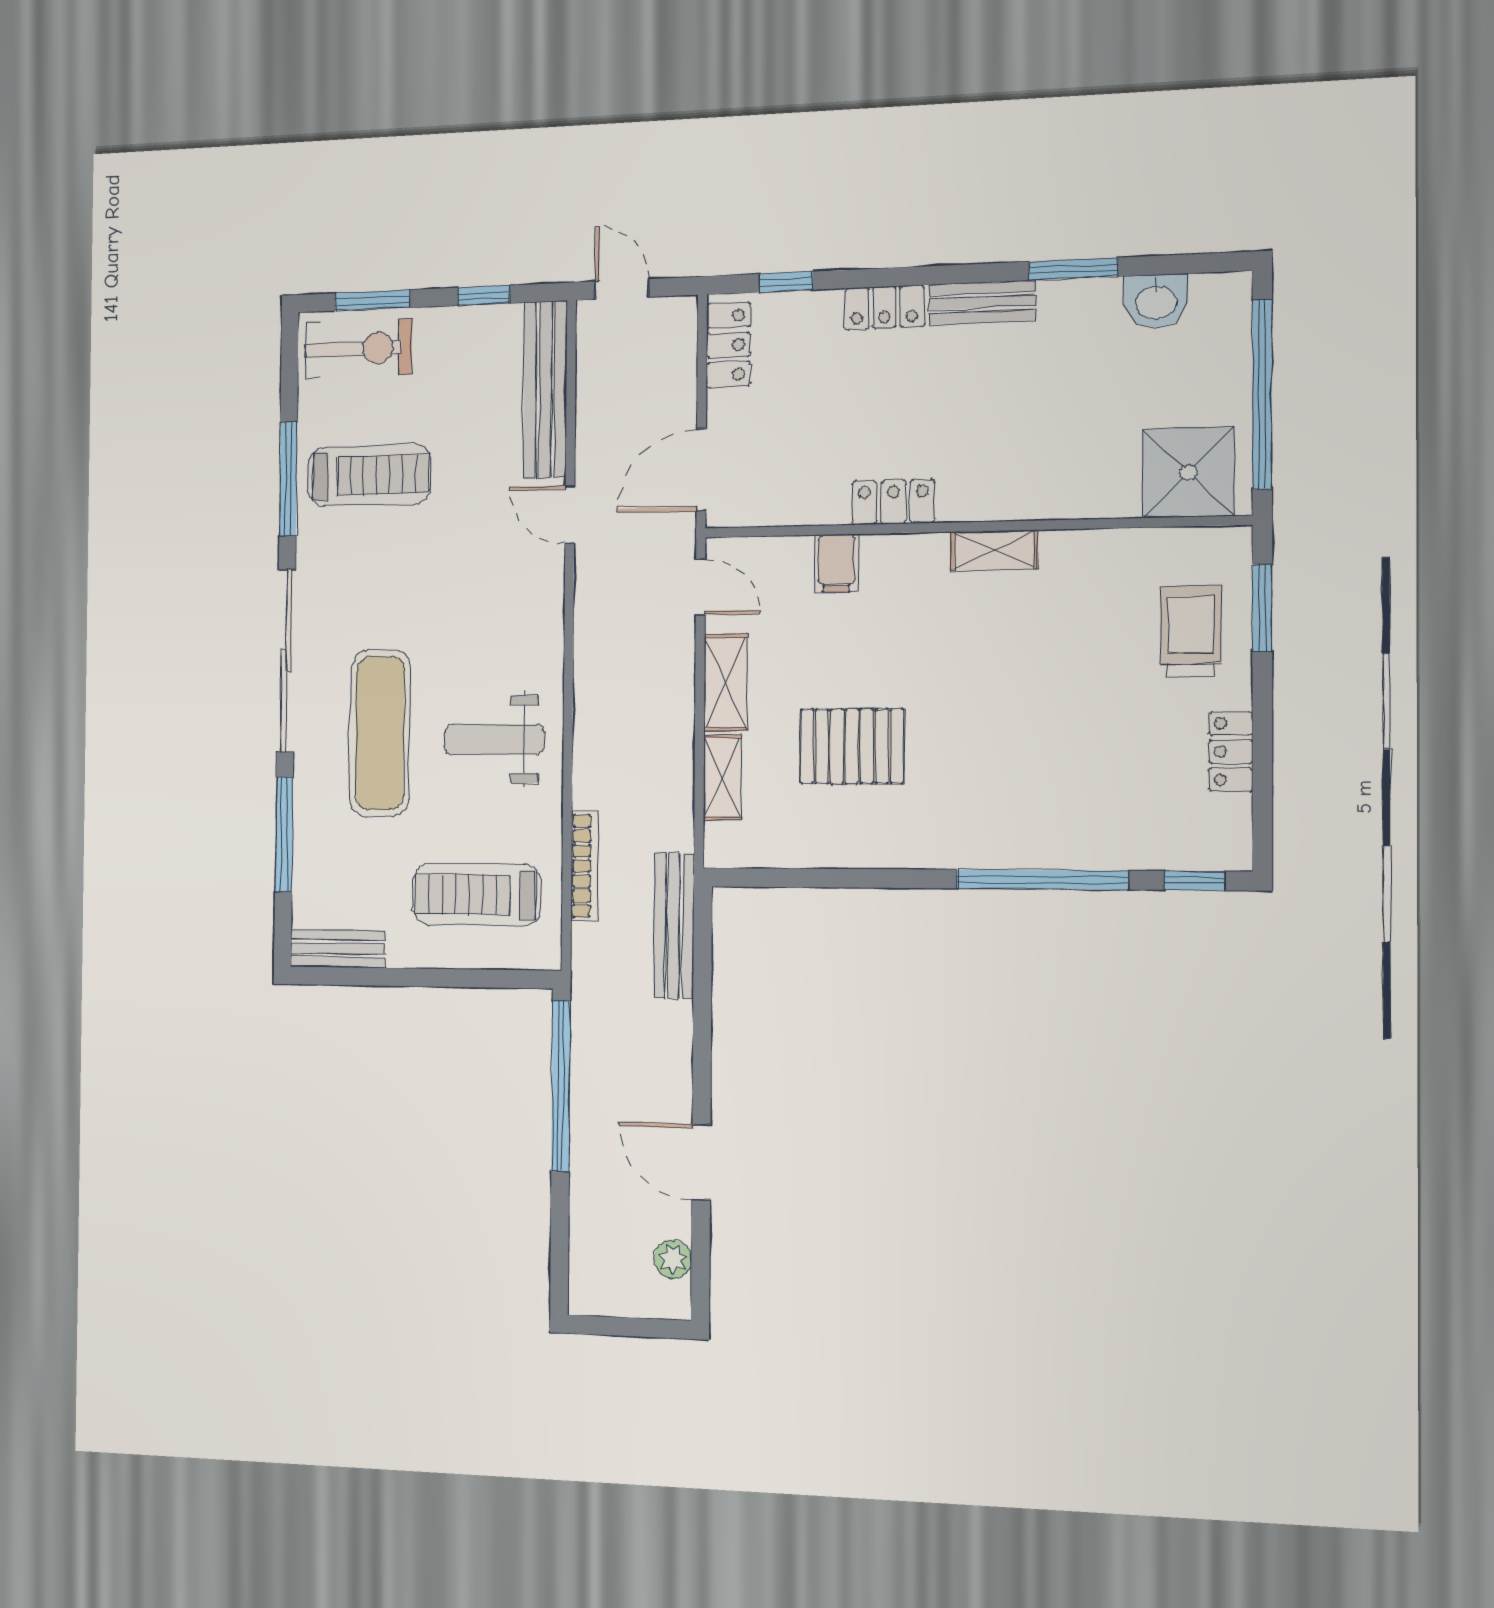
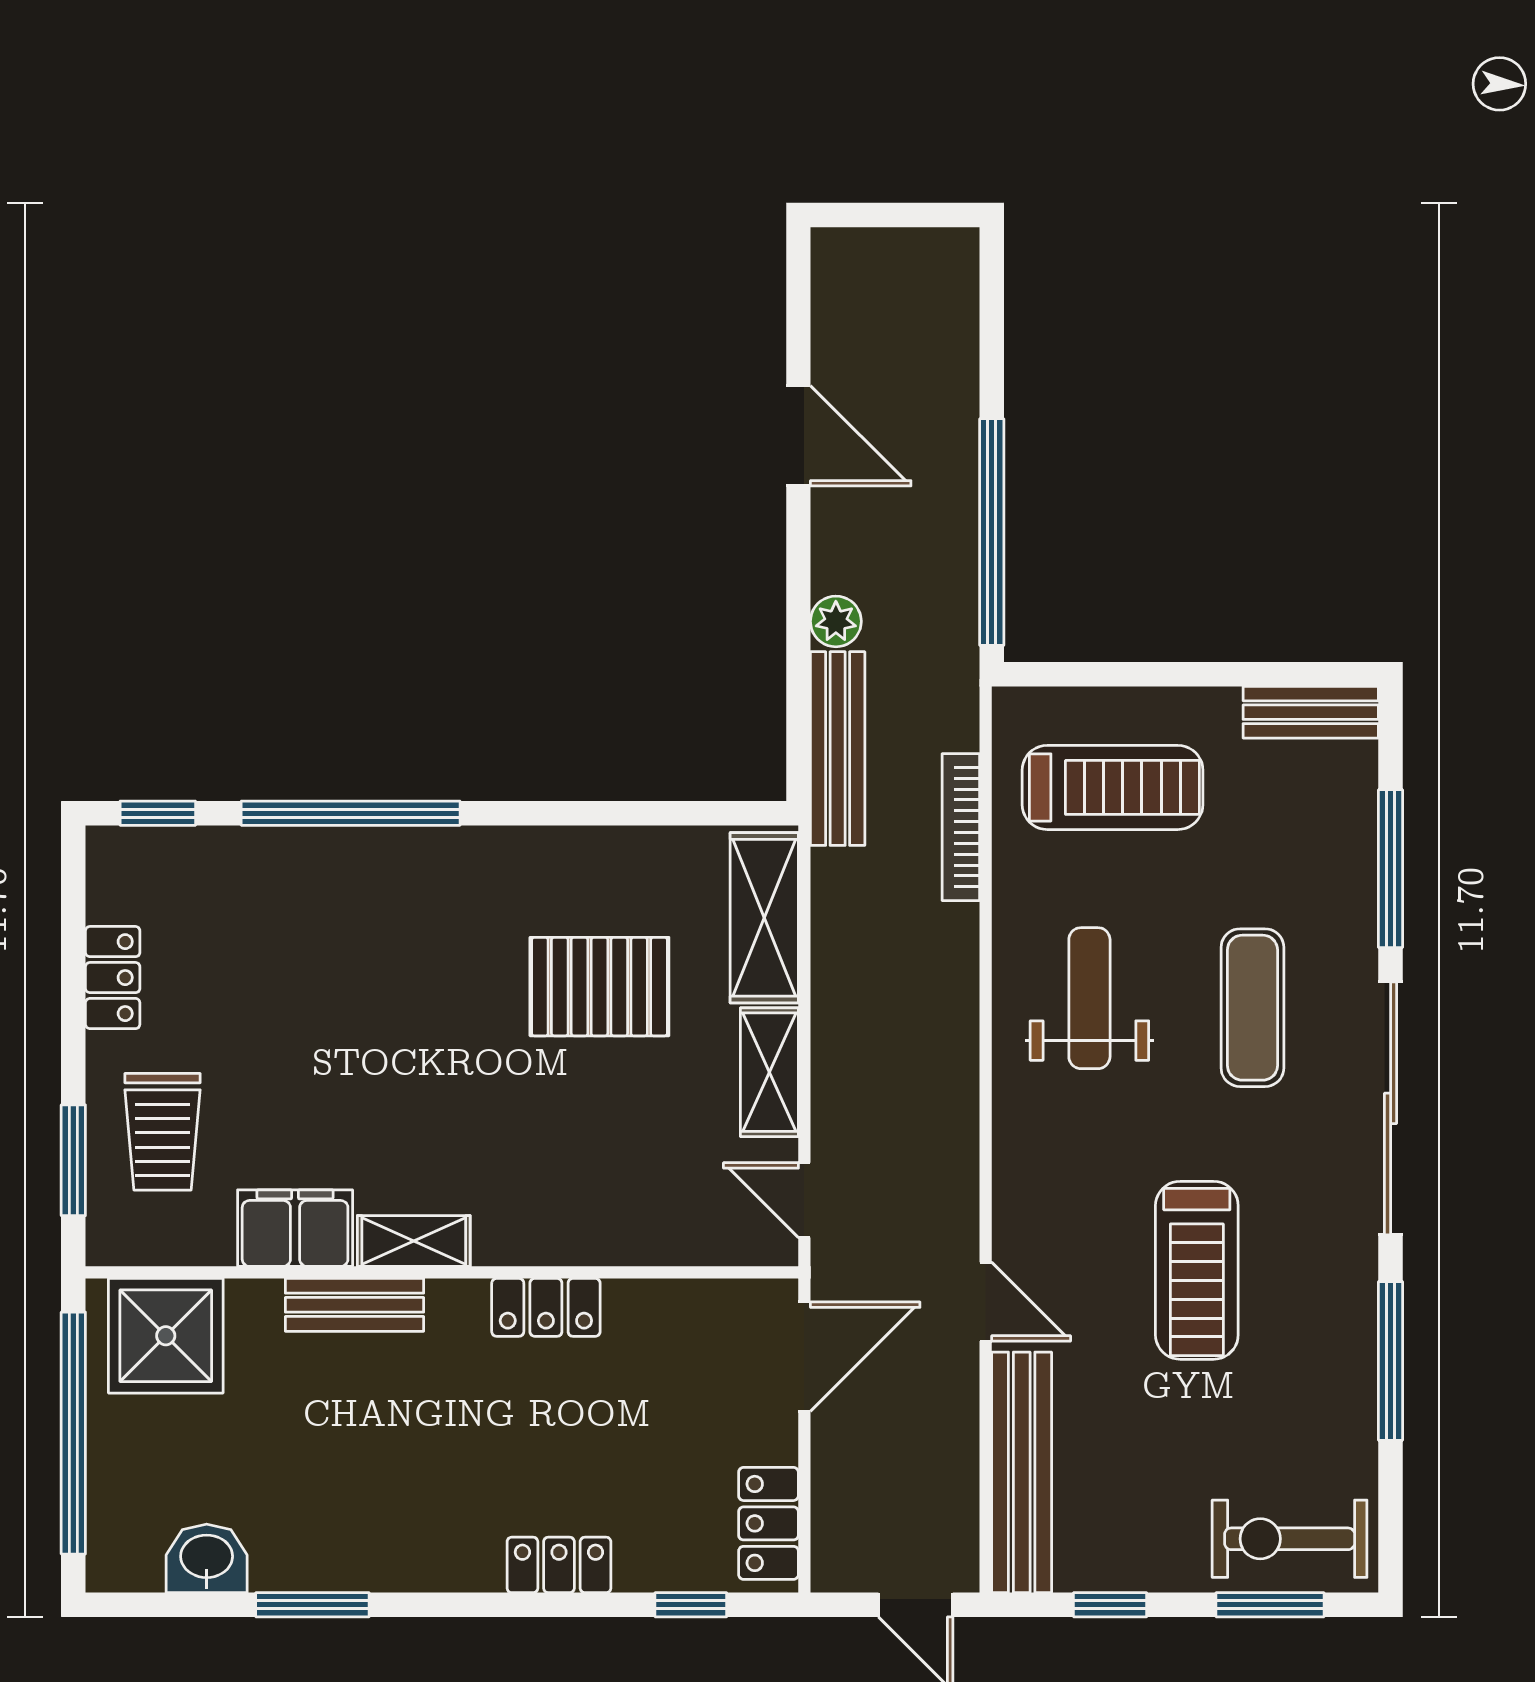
bench: (982, 302) -> (354, 1305), moved
treadmill: (369, 475) -> (1197, 1270), moved, turned -90
filing cabinet: (836, 563) -> (295, 1228), moved, width x2.00
exercise mat: (380, 733) -> (1252, 1008), width x0.73, depth x0.69
weight bench: (494, 739) -> (1089, 998), turned -90
shelving: (722, 777) -> (764, 918), width x1.50, depth x1.33
plant: (673, 1259) -> (836, 621), moved

